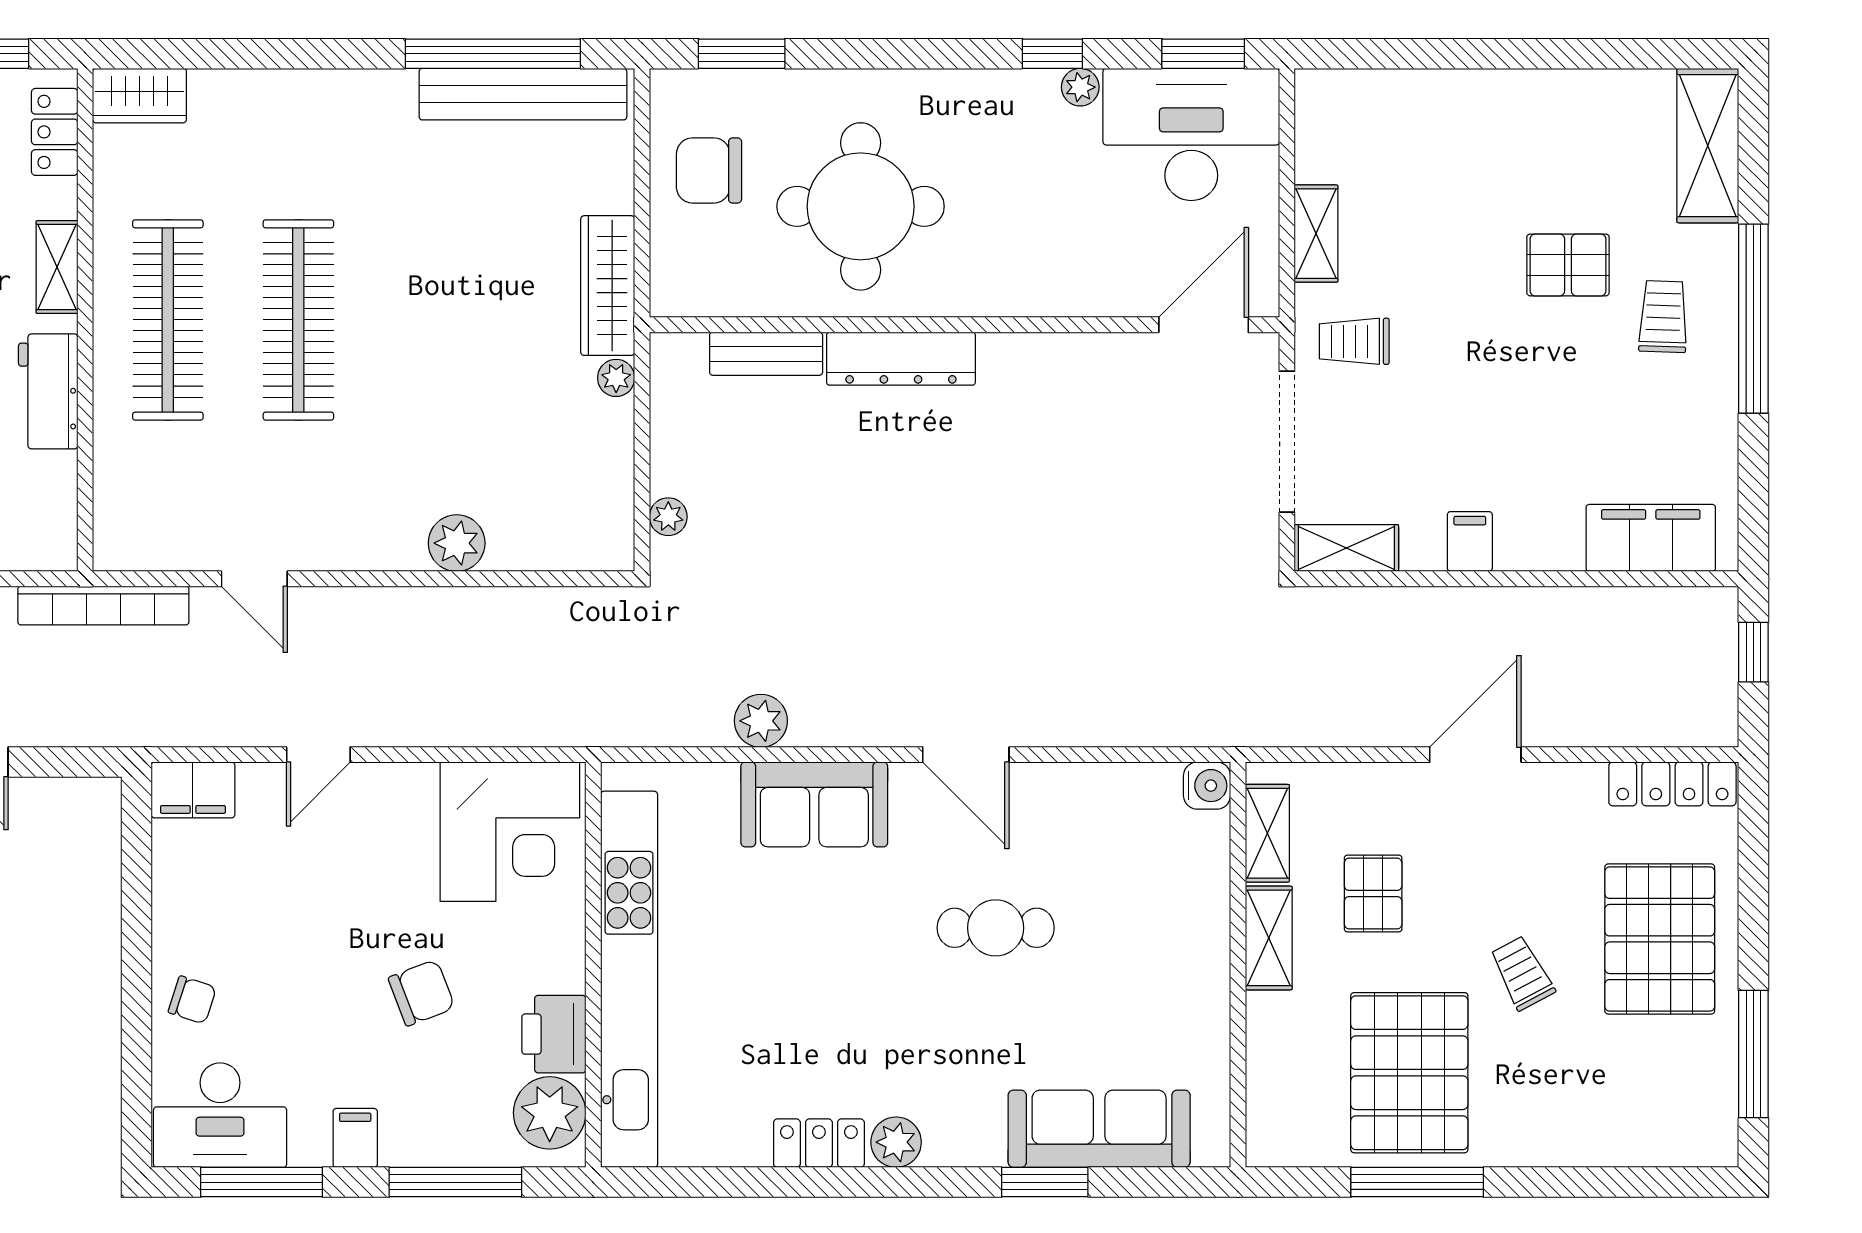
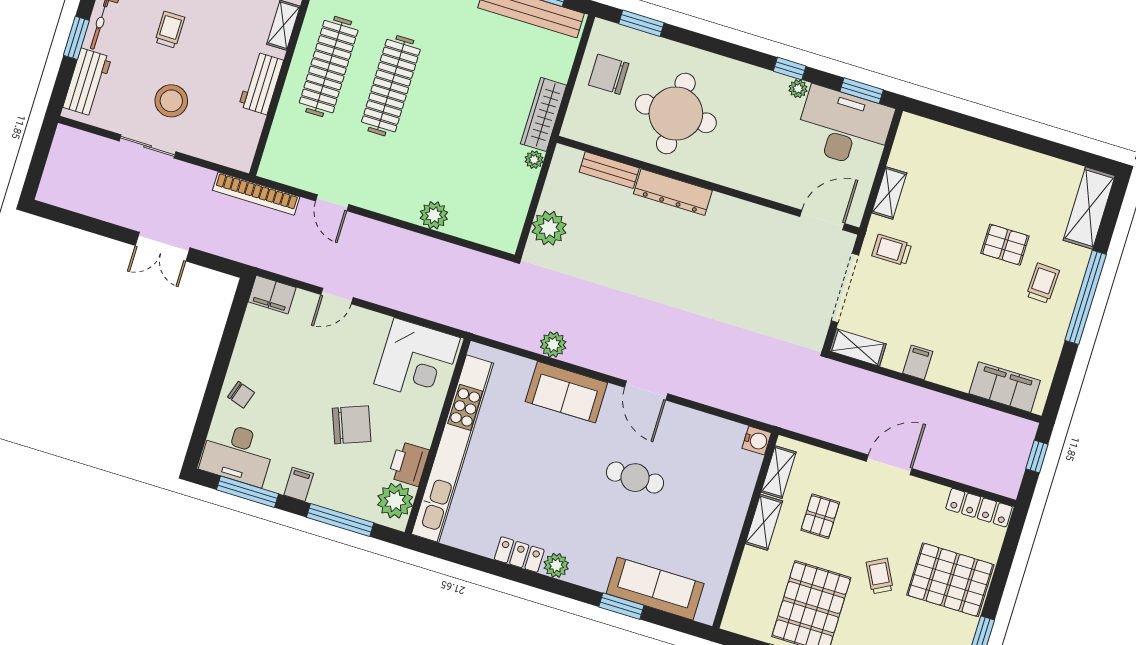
plant: (668, 517) -> (549, 228), width x1.88, depth x1.88
pallet: (1660, 939) -> (950, 580), turned 90
chair: (422, 993) -> (352, 425), width x1.37, depth x1.37

